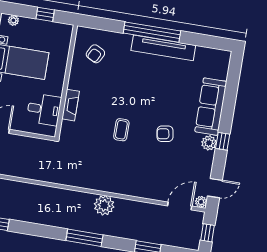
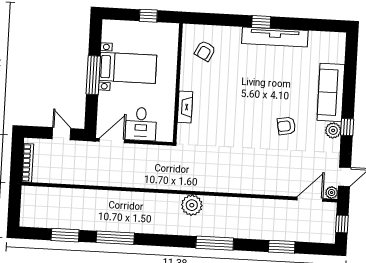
plant: (13, 20) -> (116, 26), removed
window: (152, 32) -> (261, 22), width x0.32
desk: (44, 109) -> (141, 124), moved, turned 90
coffee table: (121, 130) -> (241, 127), removed
plant: (104, 205) -> (192, 205), moved

